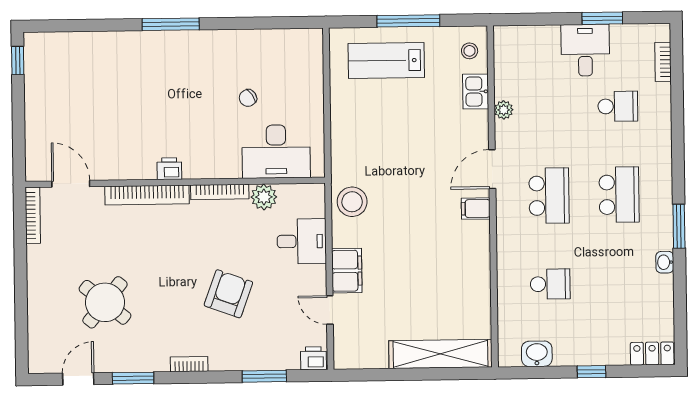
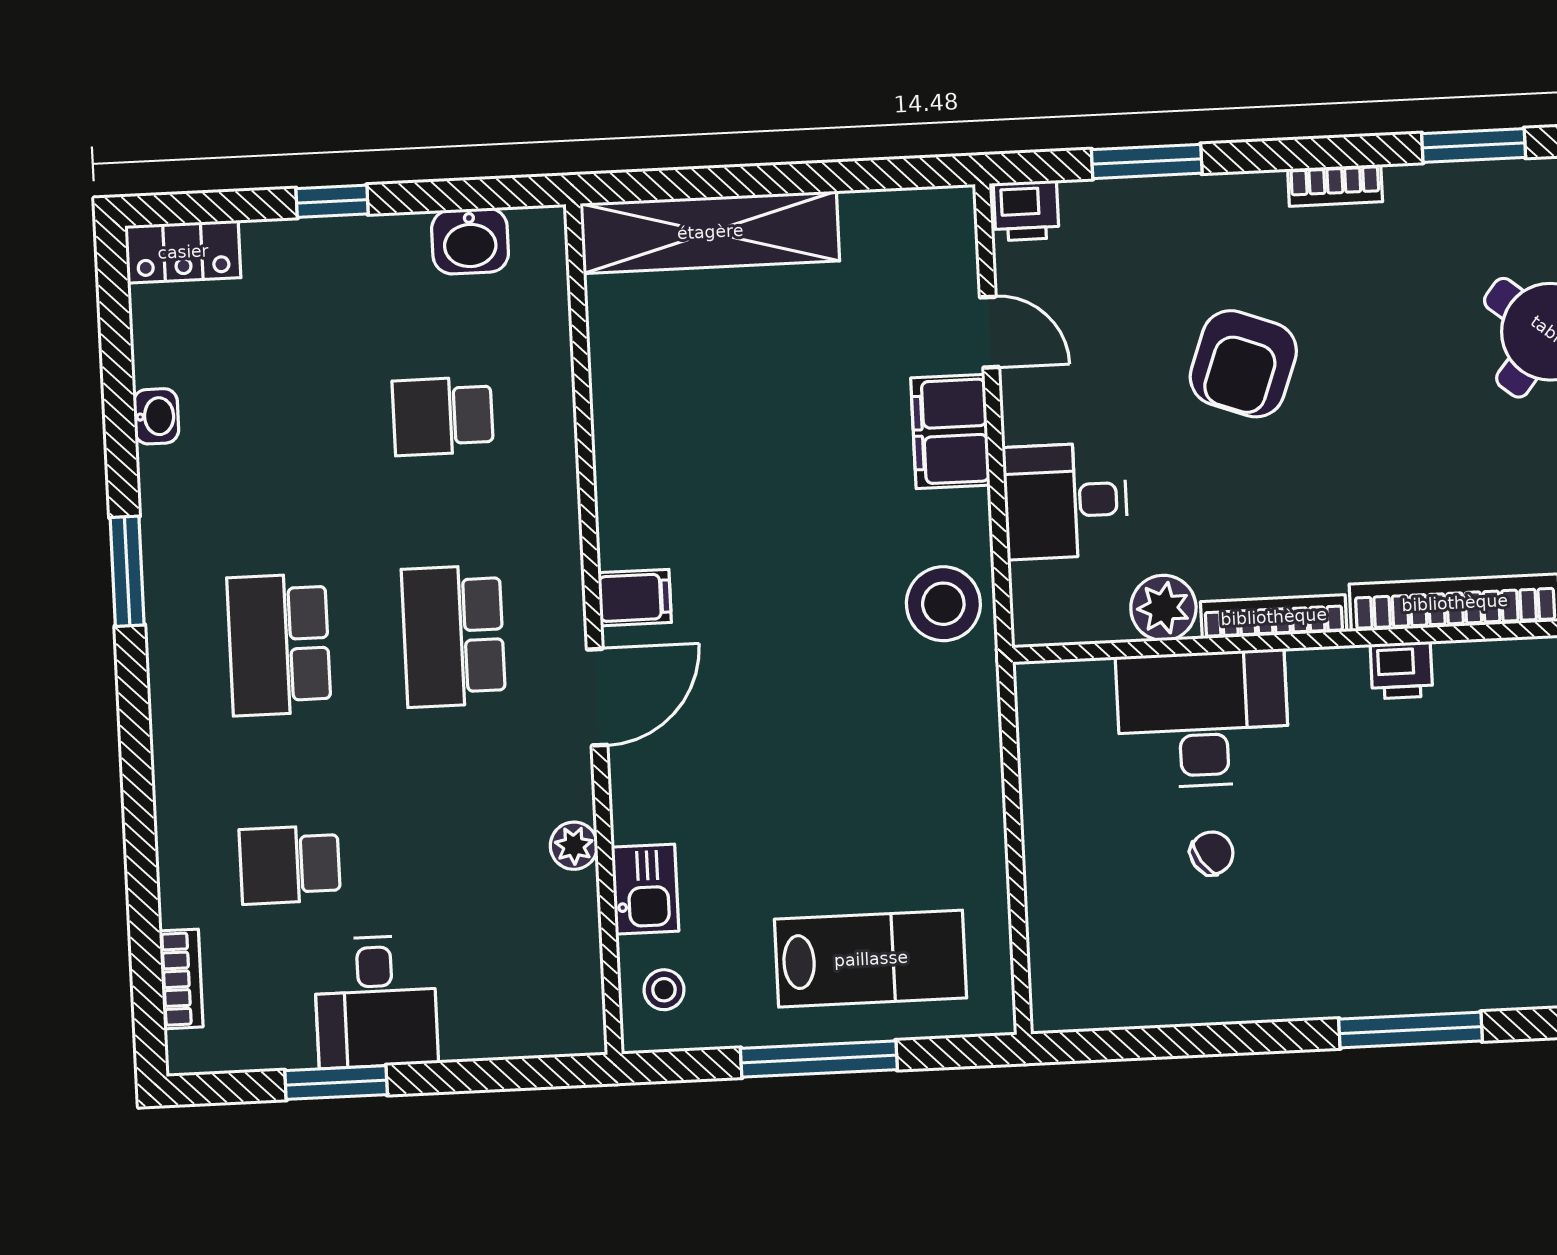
desk: (276, 152) -> (1203, 719), moved
washbasin: (665, 262) -> (156, 416), moved

